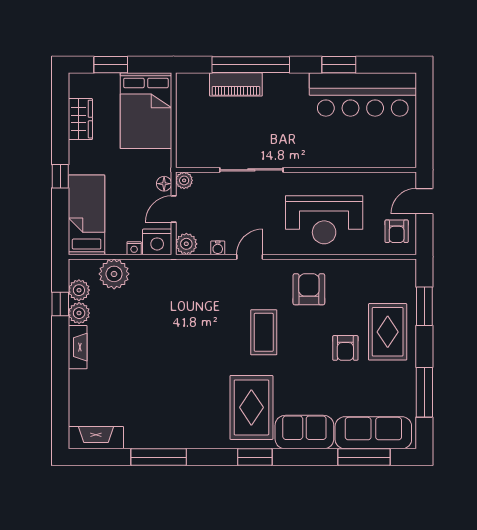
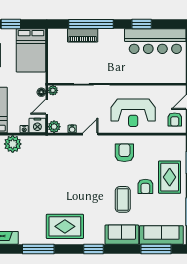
coffee table: (264, 332) -> (123, 199), moved
rug: (251, 407) -> (65, 226), moved, turned 90

